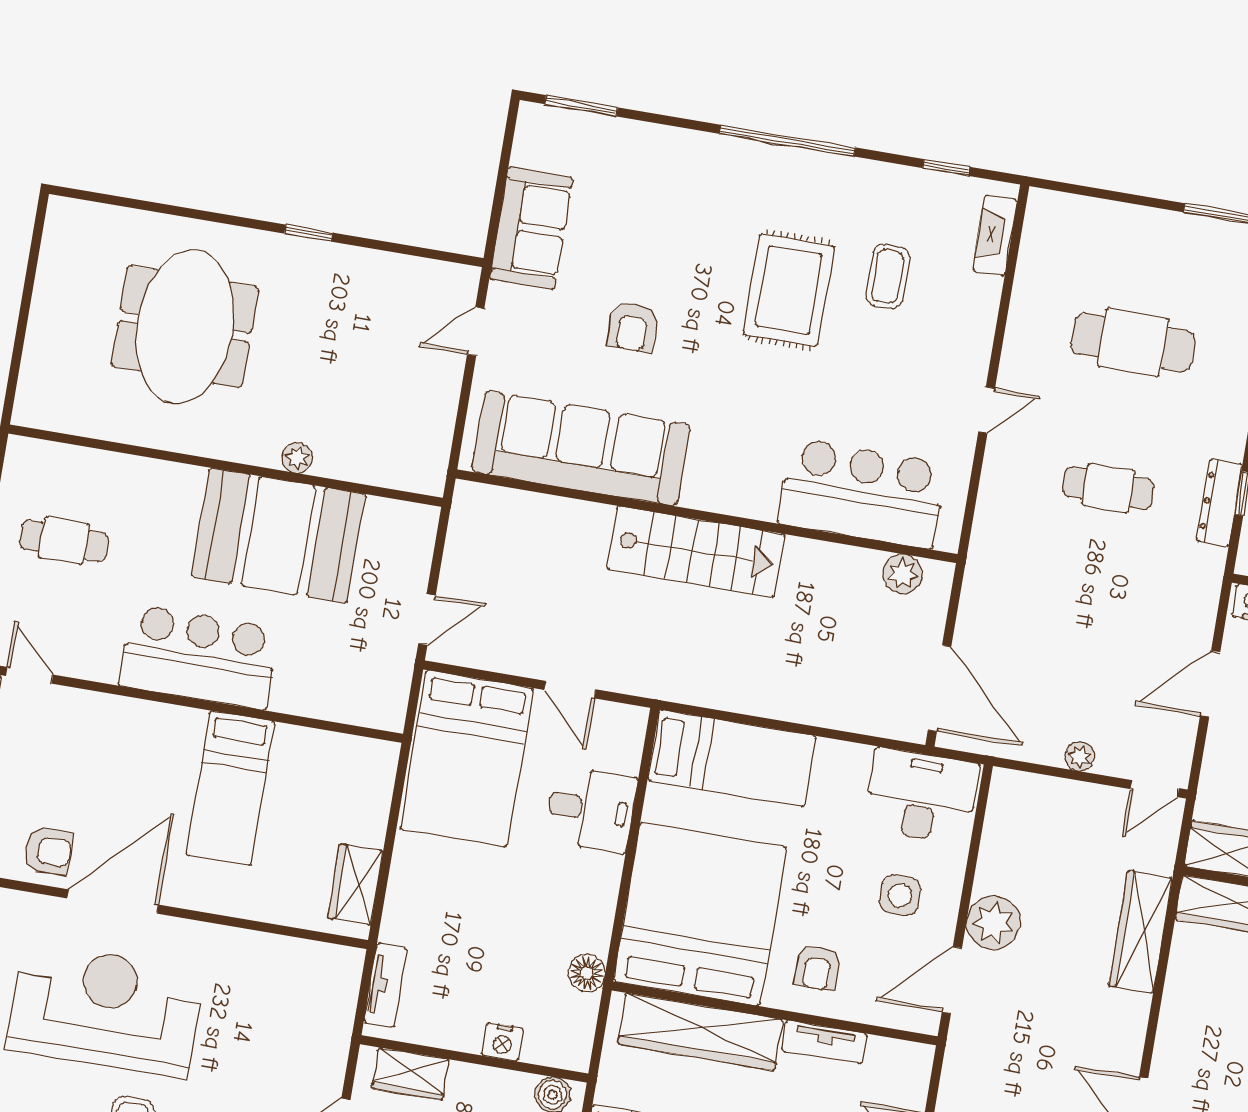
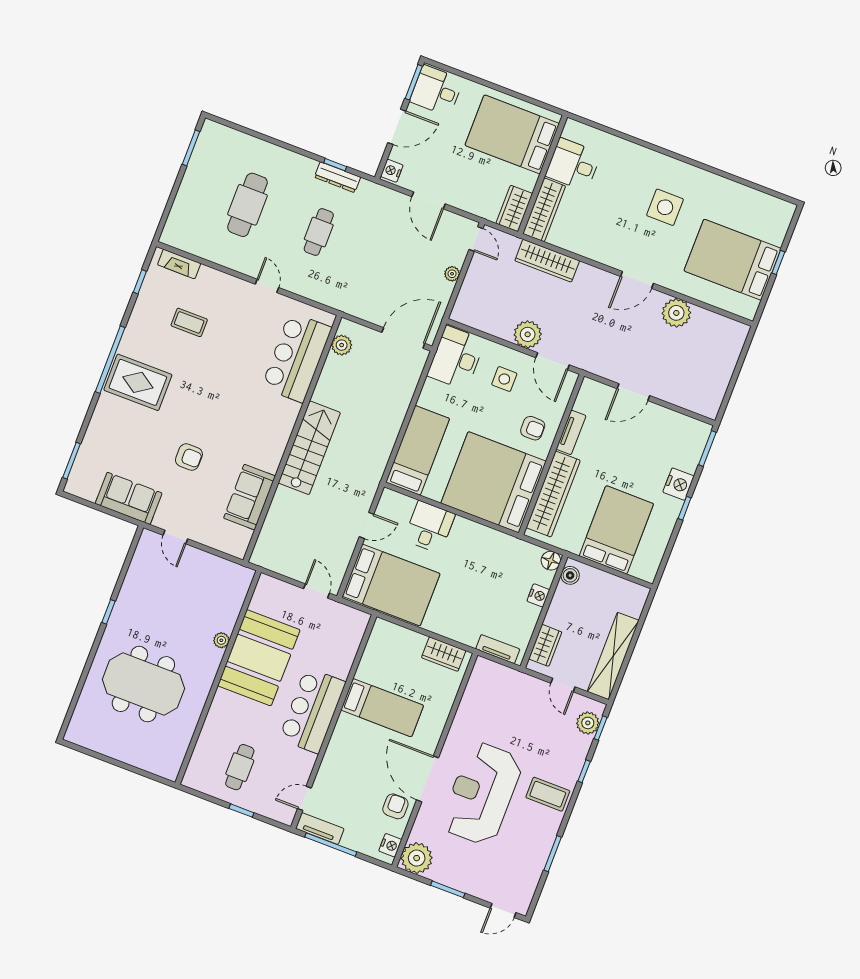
rug: (789, 290) -> (138, 382), moved
sofa: (581, 448) -> (250, 497), width x0.54, depth x0.79
floor lamp: (587, 973) -> (551, 561), moved

